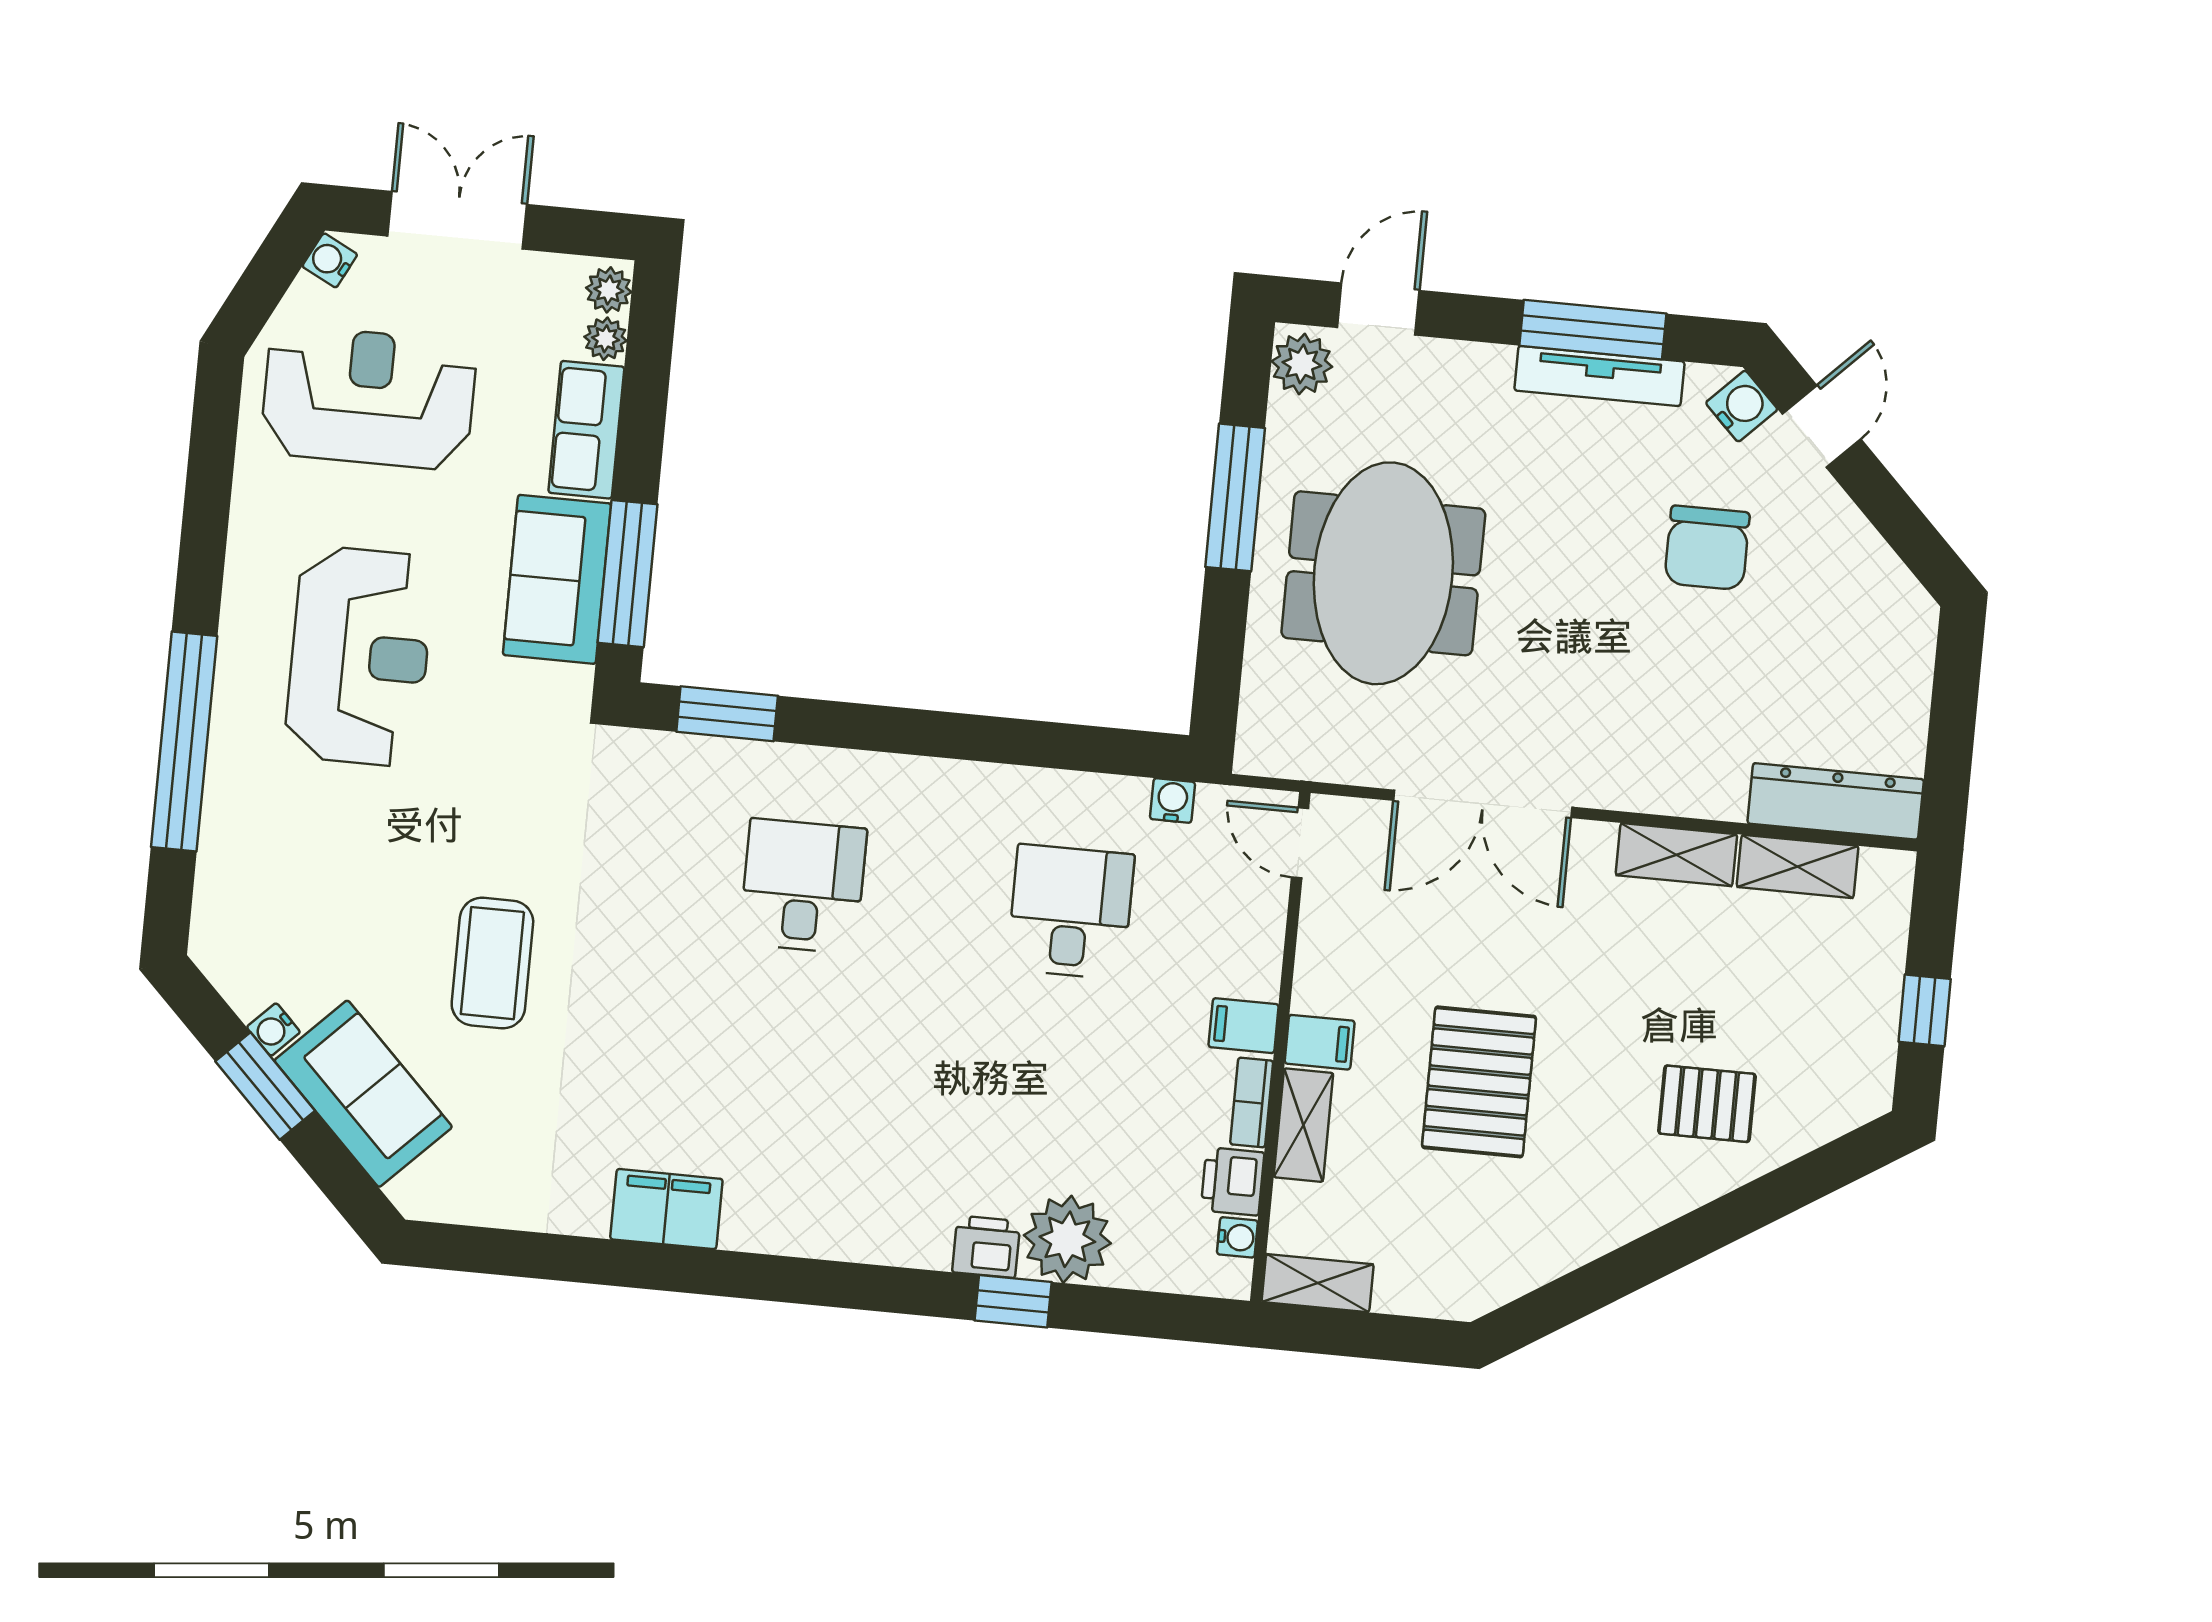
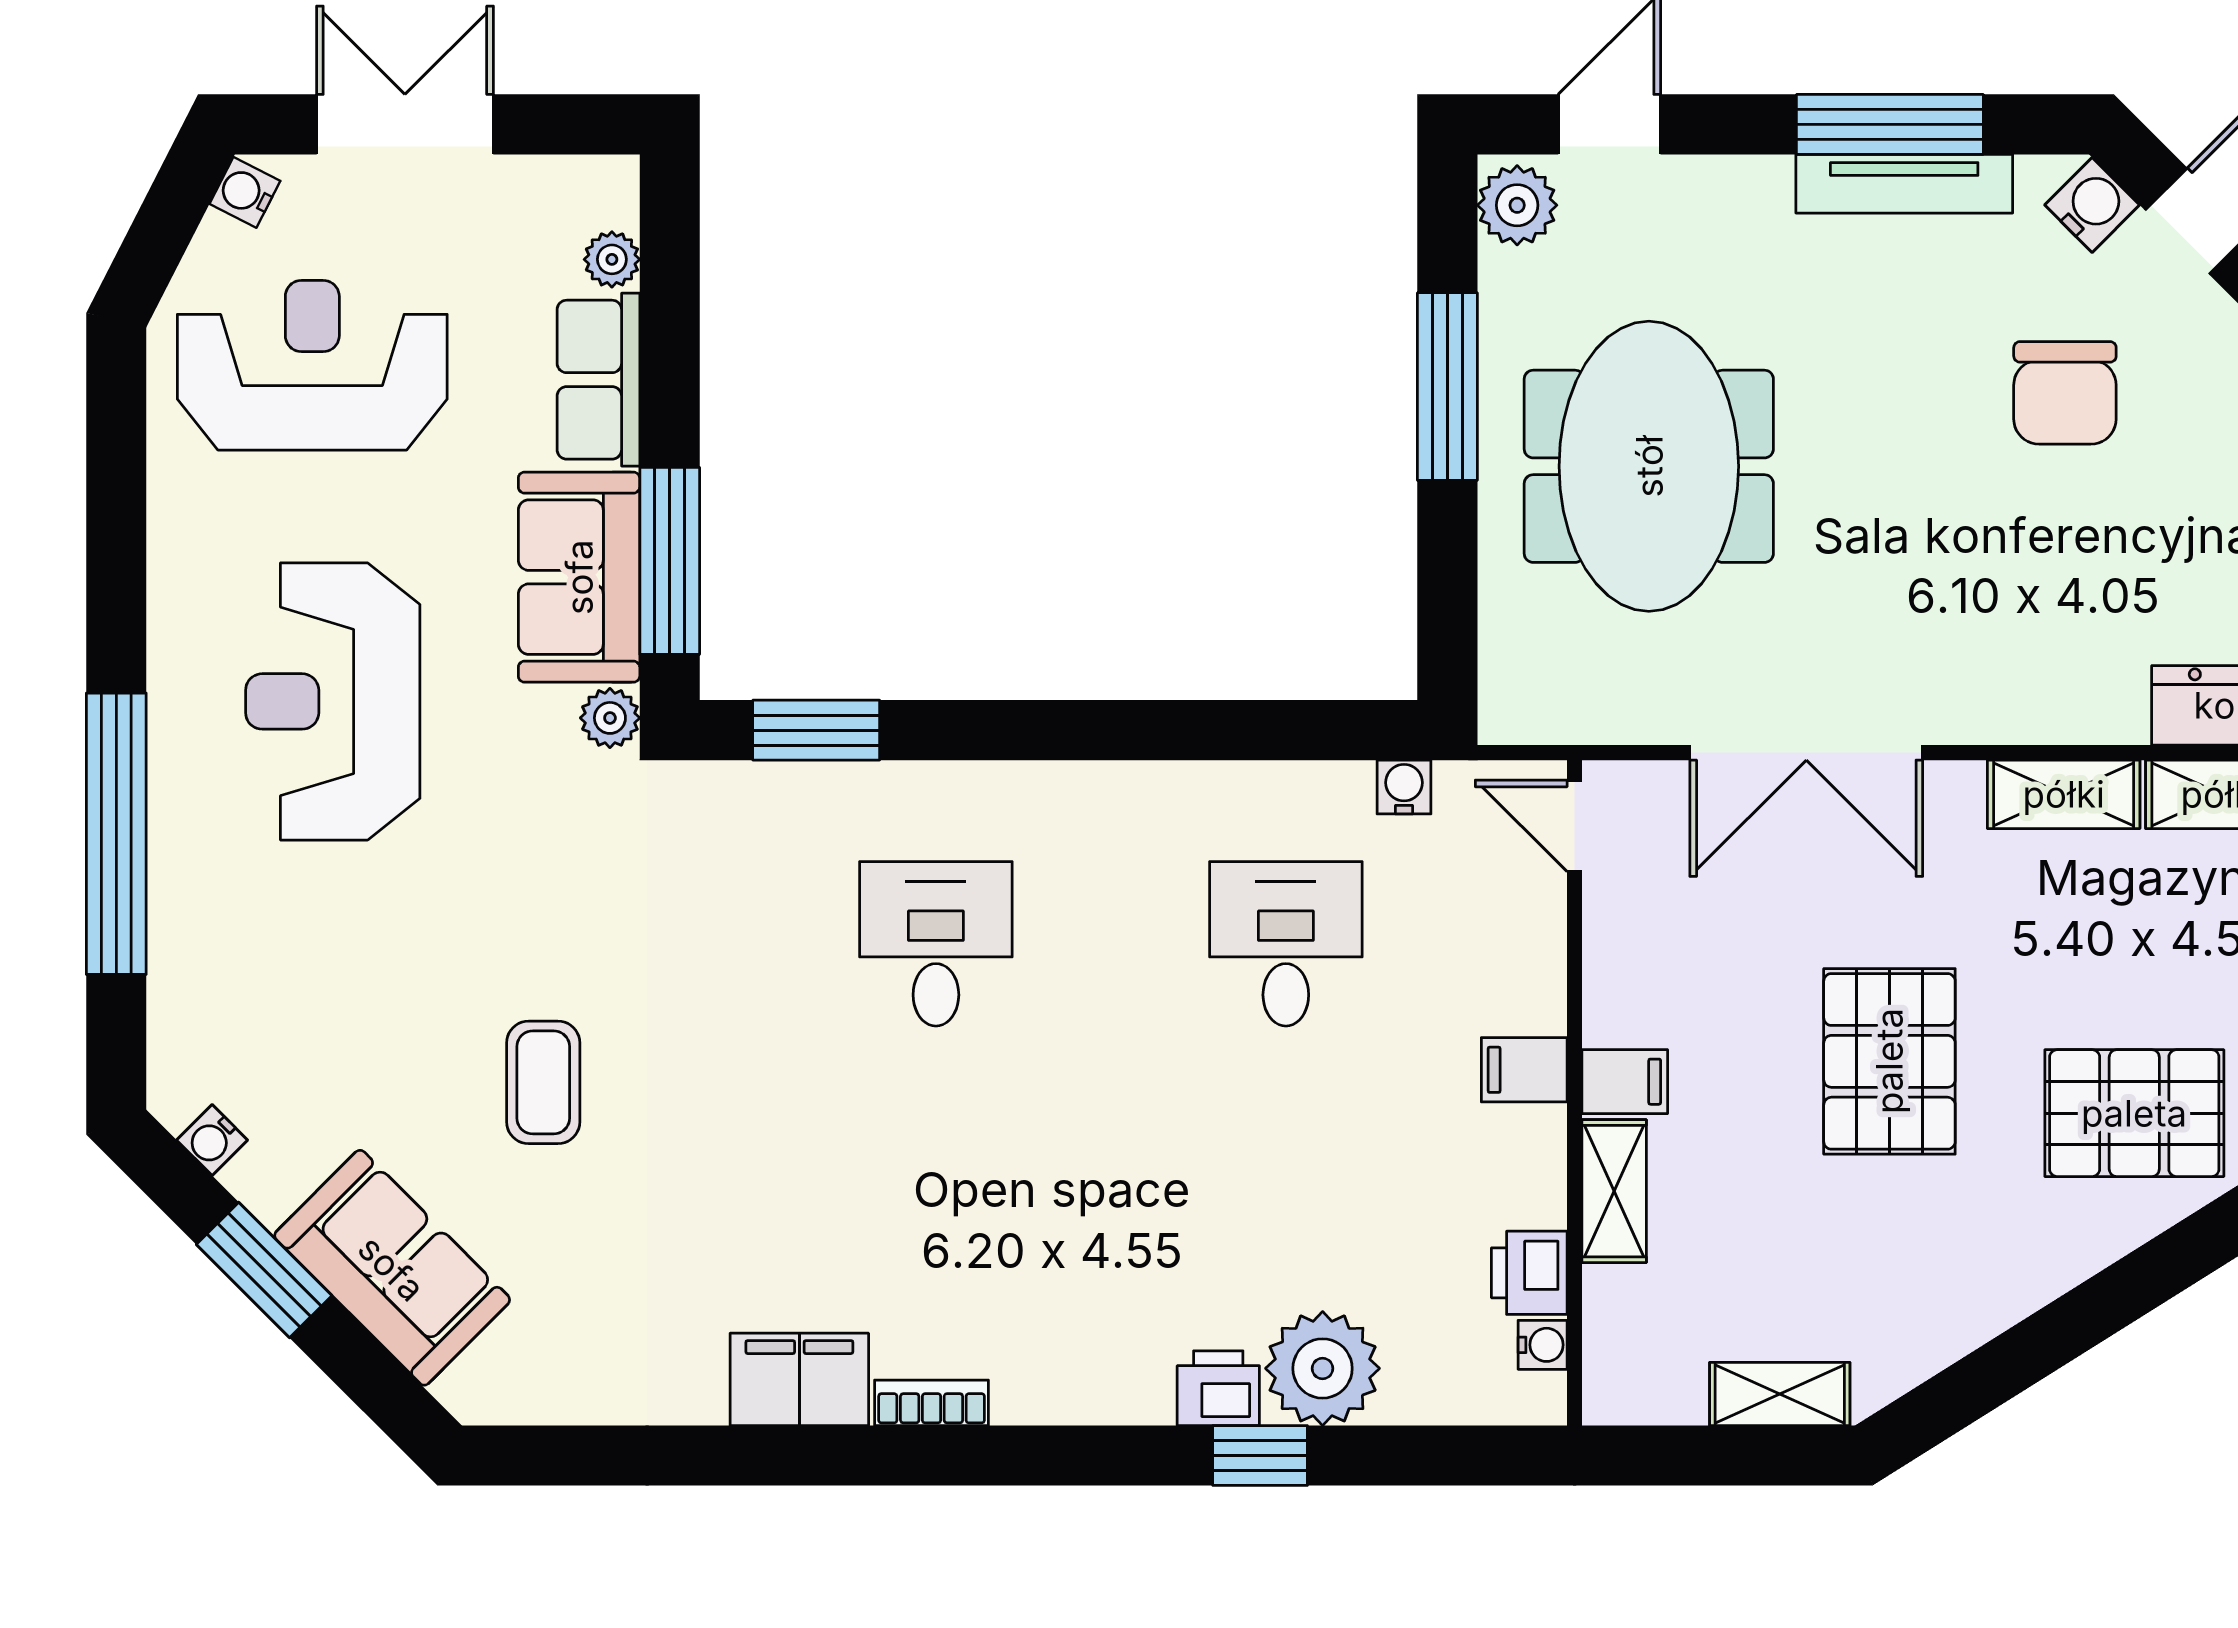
plant: (609, 290) -> (610, 718), moved
reception desk: (359, 656) -> (333, 701), turned 180
coffee table: (492, 963) -> (543, 1082), width x0.73, depth x0.77
water cooler: (273, 1030) -> (212, 1140), moved
pallet: (1479, 1082) -> (1889, 1061), moved
bookcase: (1252, 1103) -> (932, 1403), moved, turned 90
pallet: (1707, 1104) -> (2134, 1113), width x1.50, depth x1.42
shelving: (1318, 1283) -> (1780, 1394), moved

